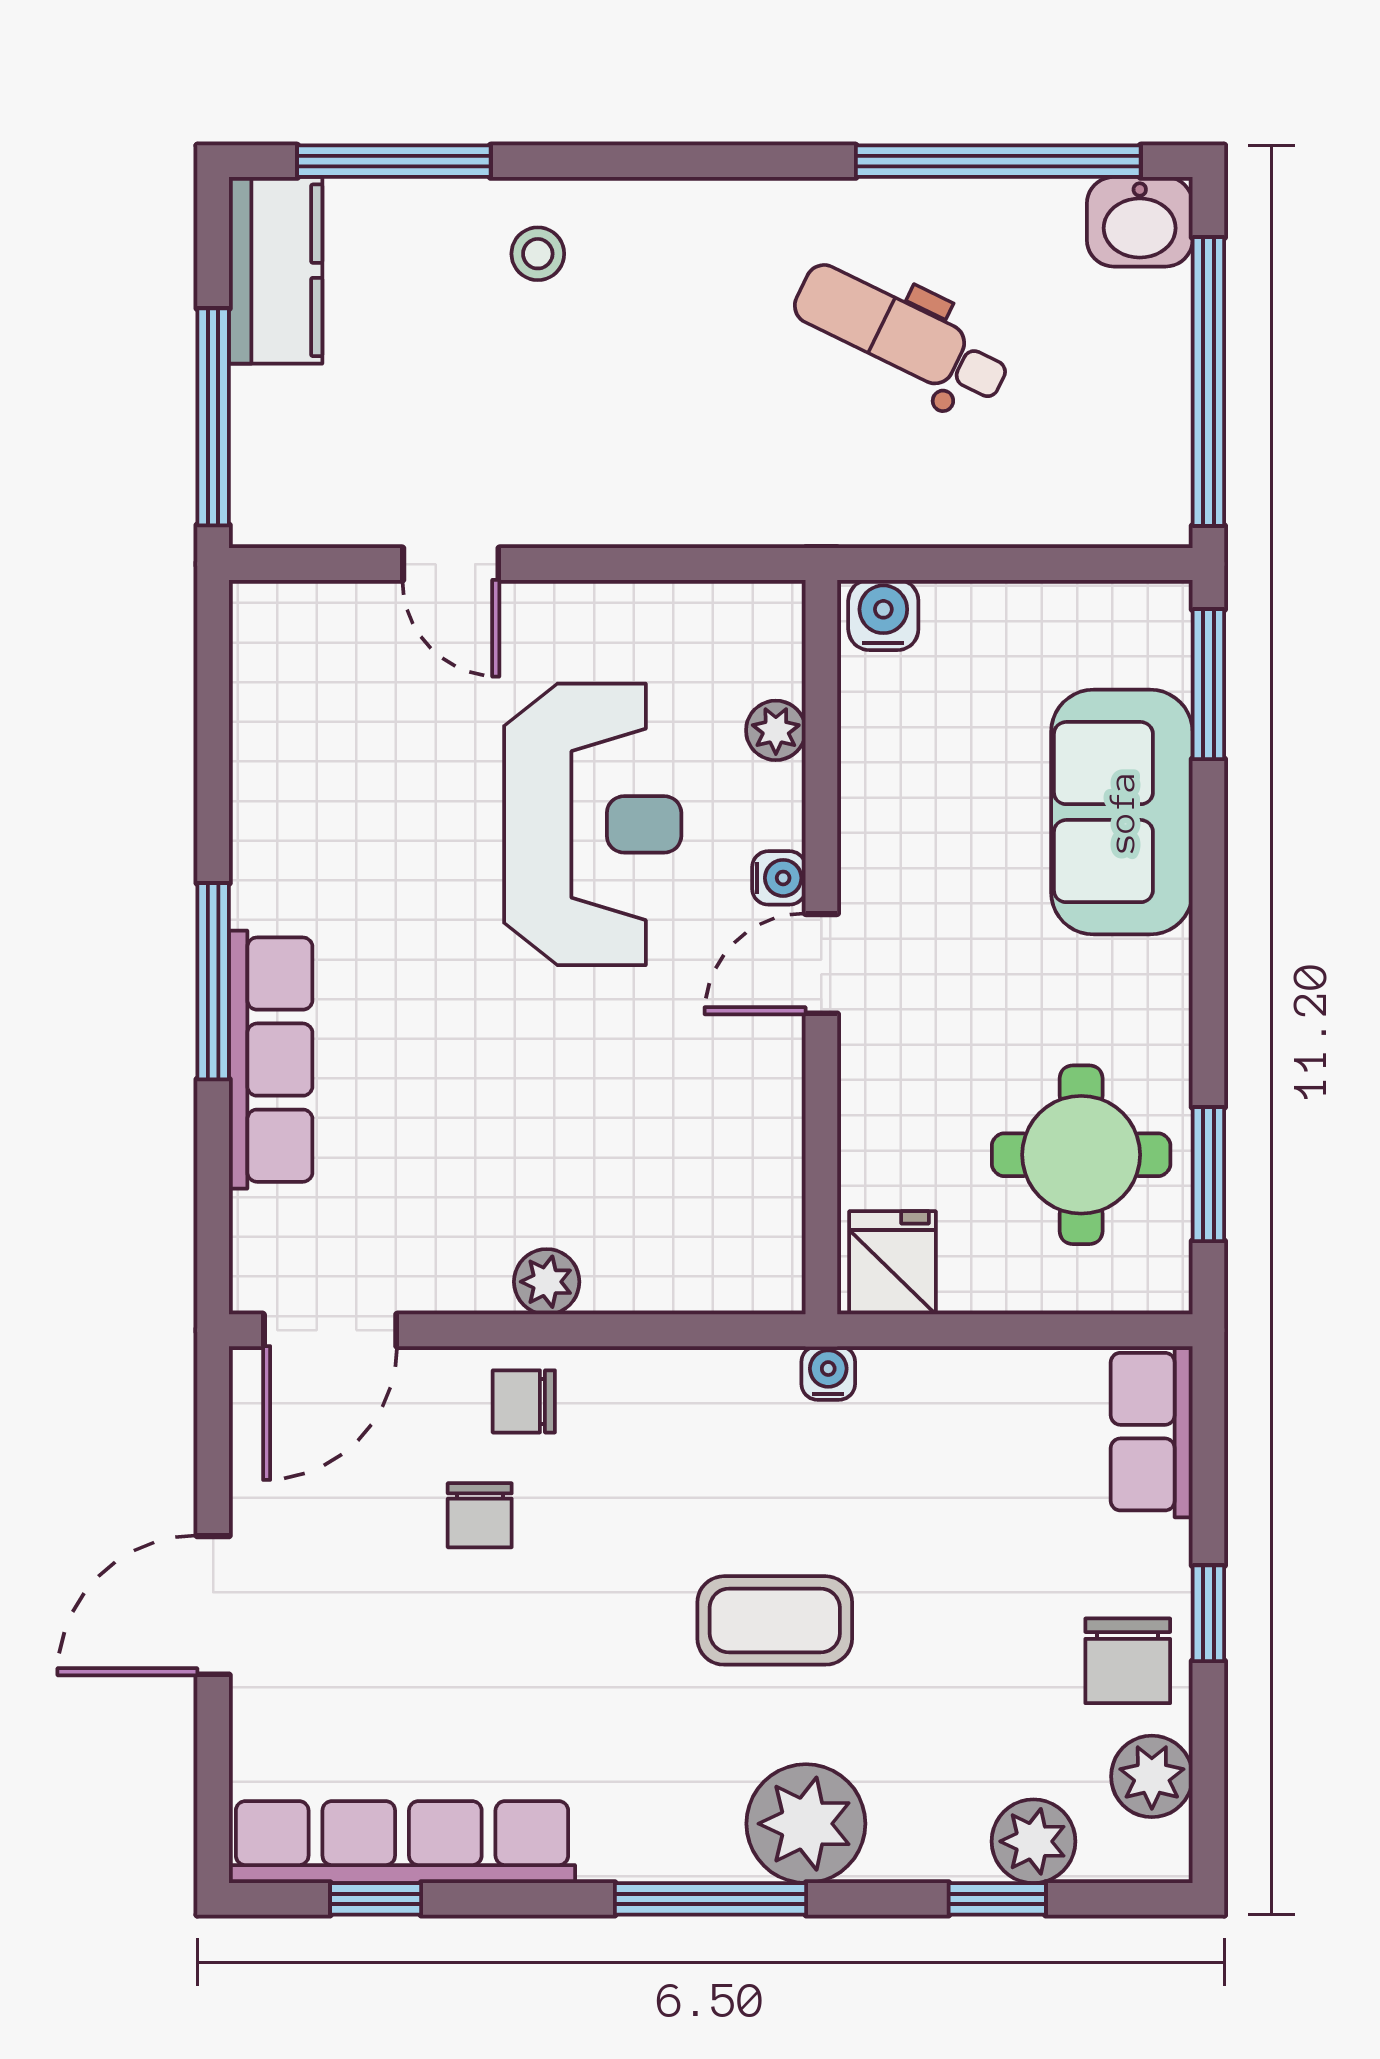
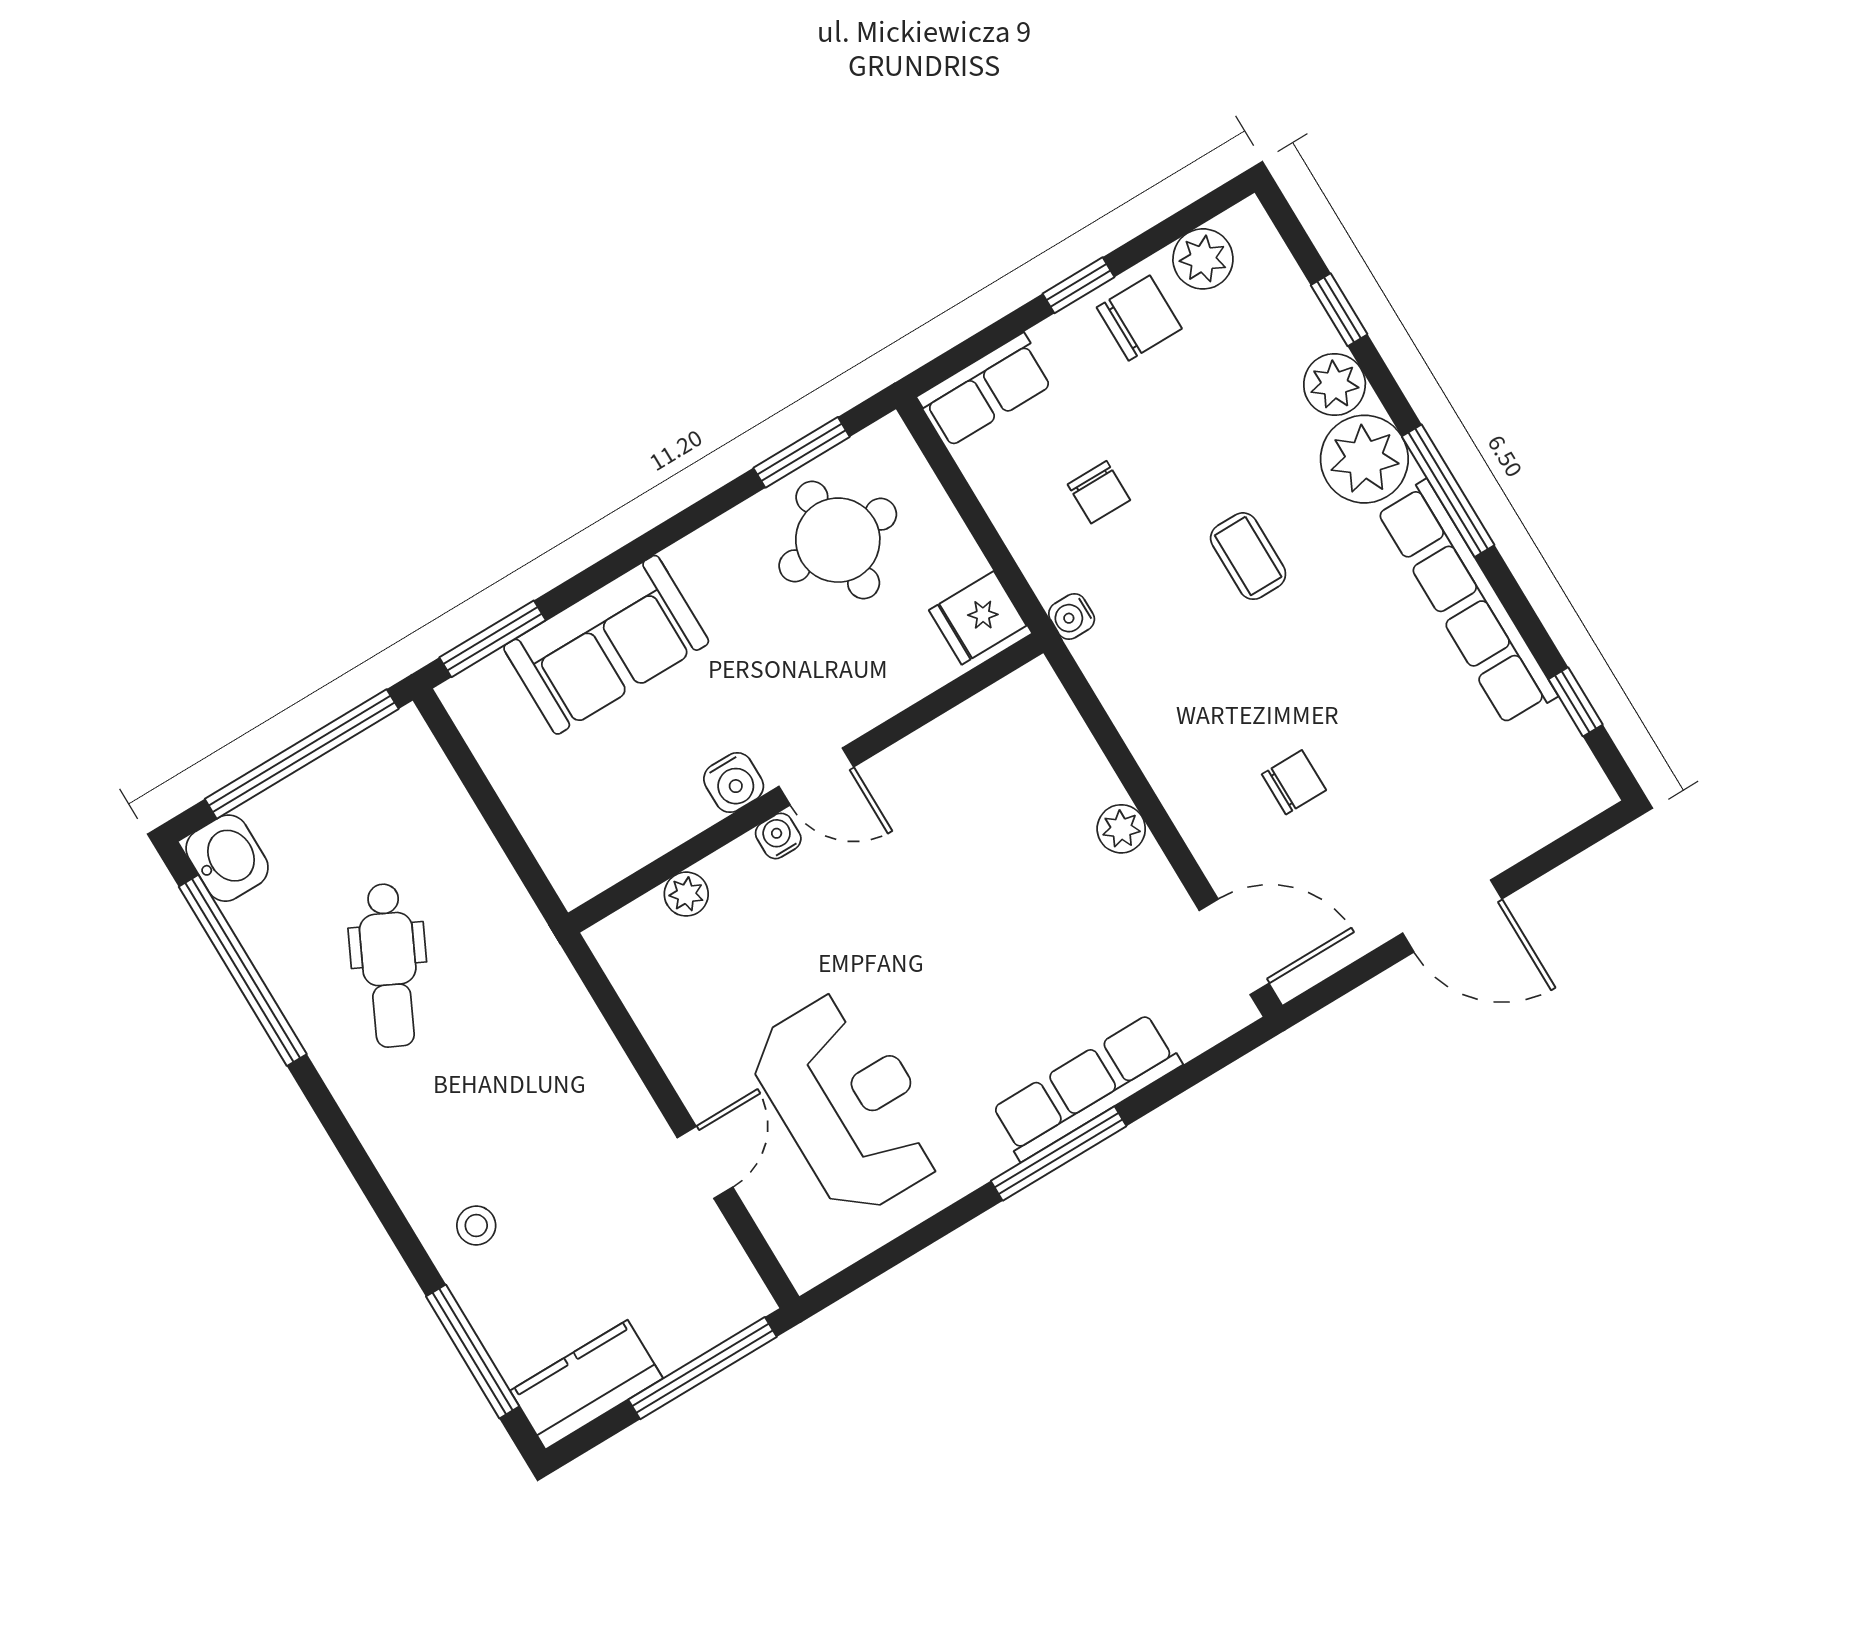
water cooler: (883, 615) -> (734, 783), moved, turned -90
reception desk: (593, 824) -> (849, 1103), moved, turned 90
chair: (524, 1401) -> (1099, 492), moved
coffee table: (775, 1620) -> (1248, 556), width x0.73, depth x0.77
plant: (1033, 1841) -> (1335, 385), moved
row of seats: (402, 1842) -> (1467, 603), moved

